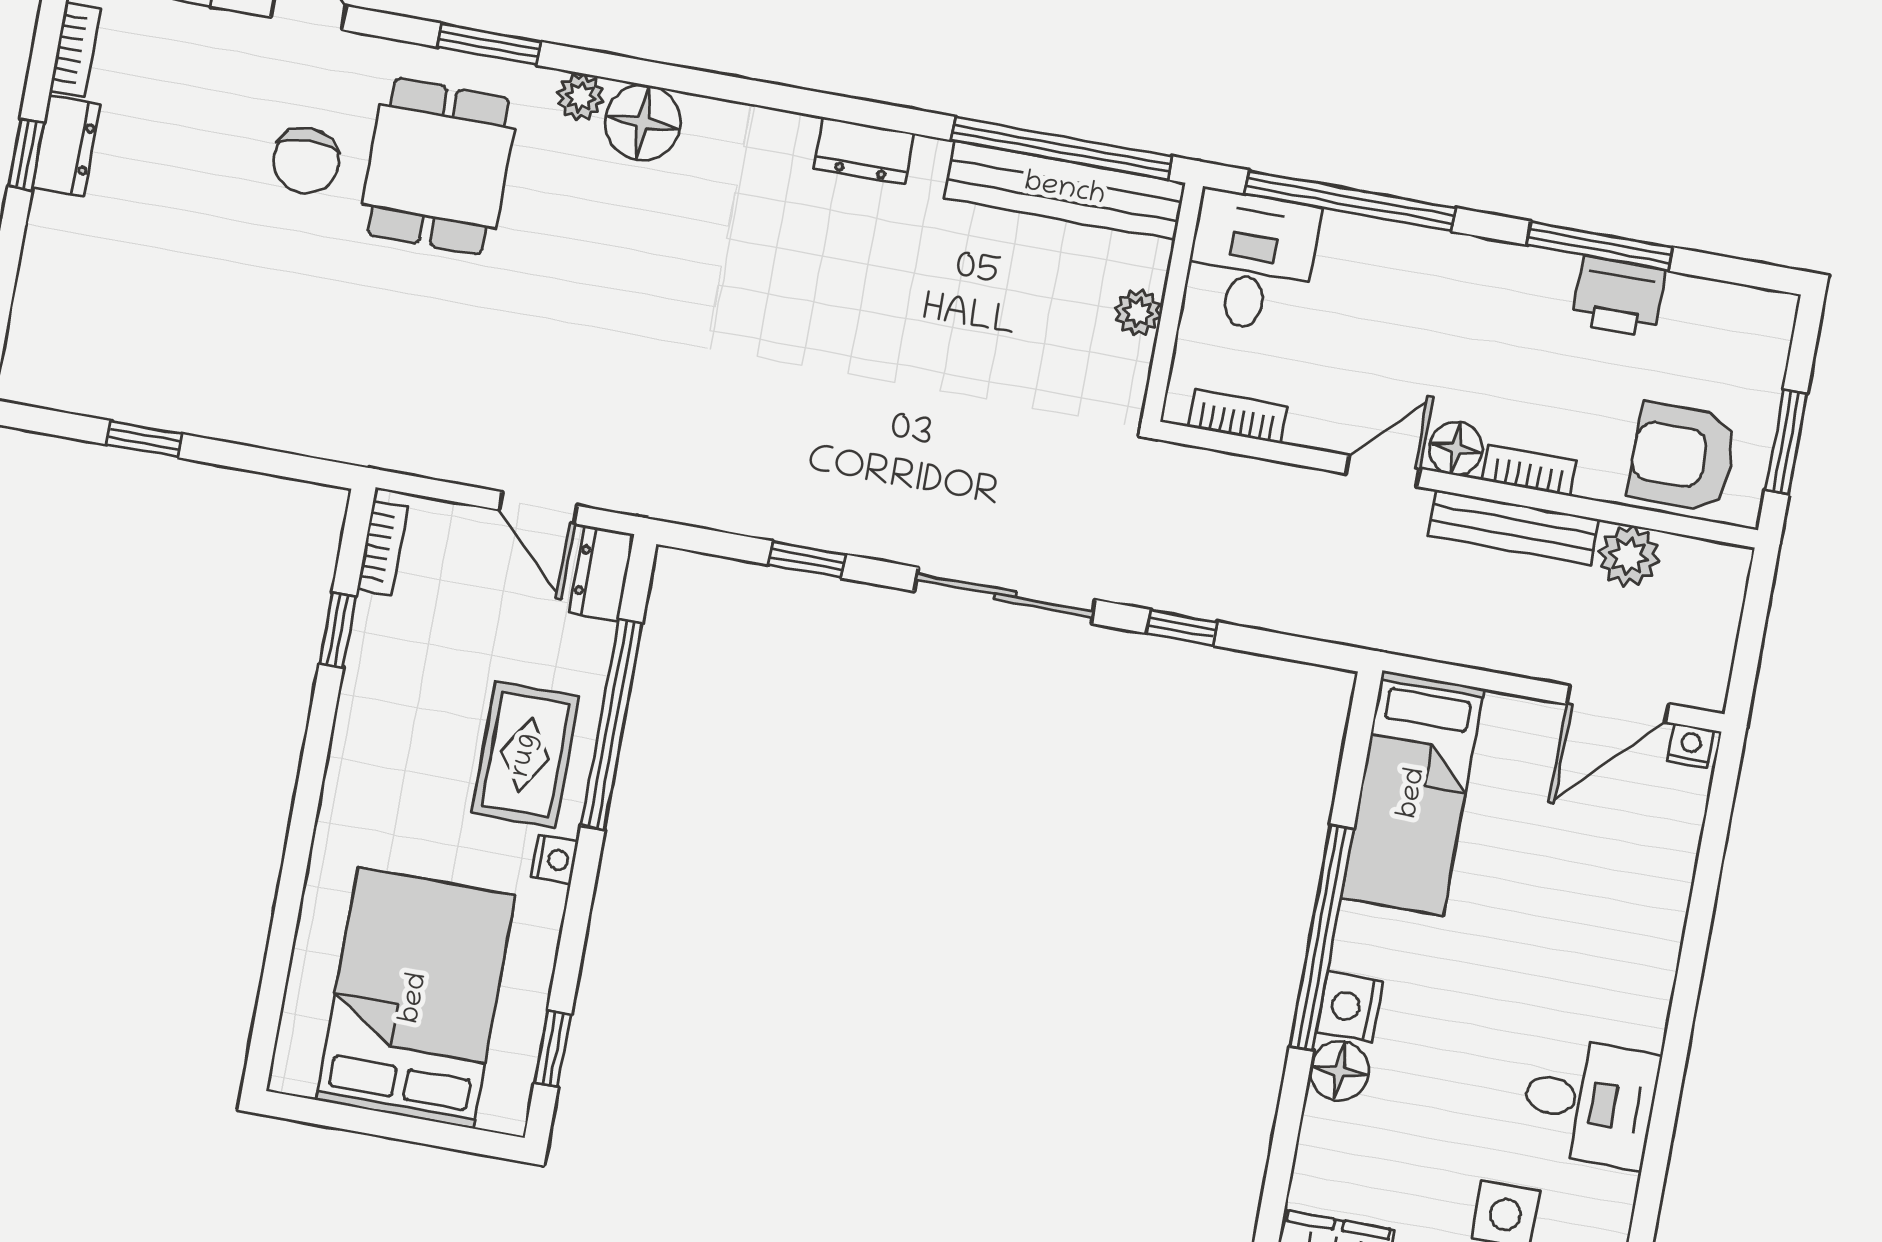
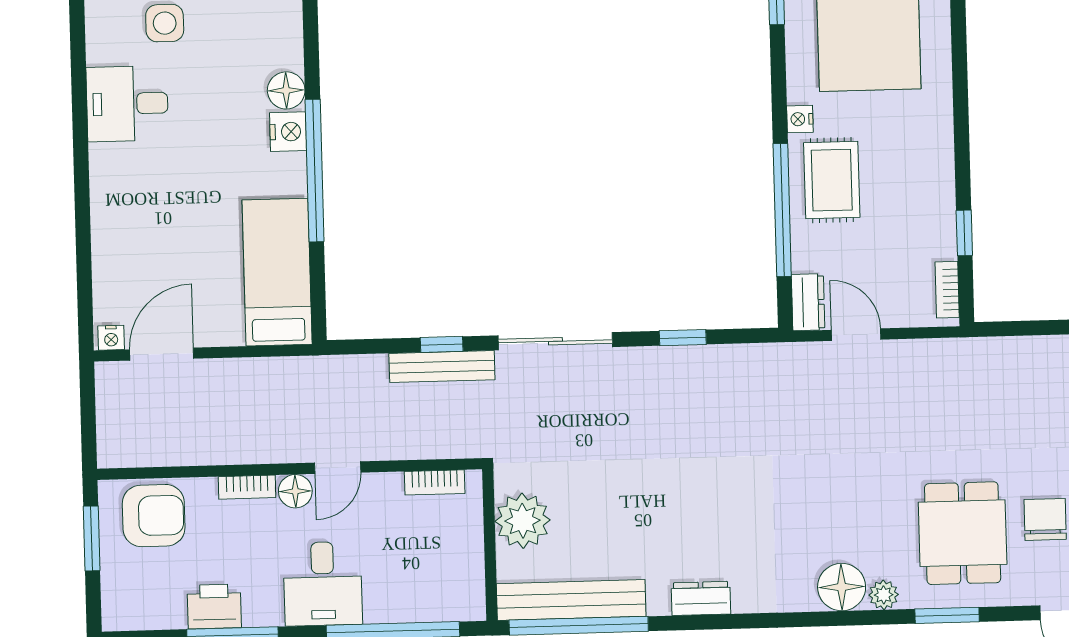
desk: (1251, 262) -> (323, 584), moved
plant: (1138, 312) -> (523, 521), width x1.87, depth x1.87
bench: (1513, 527) -> (442, 367), moved
plant: (1629, 556) -> (174, 447), removed

